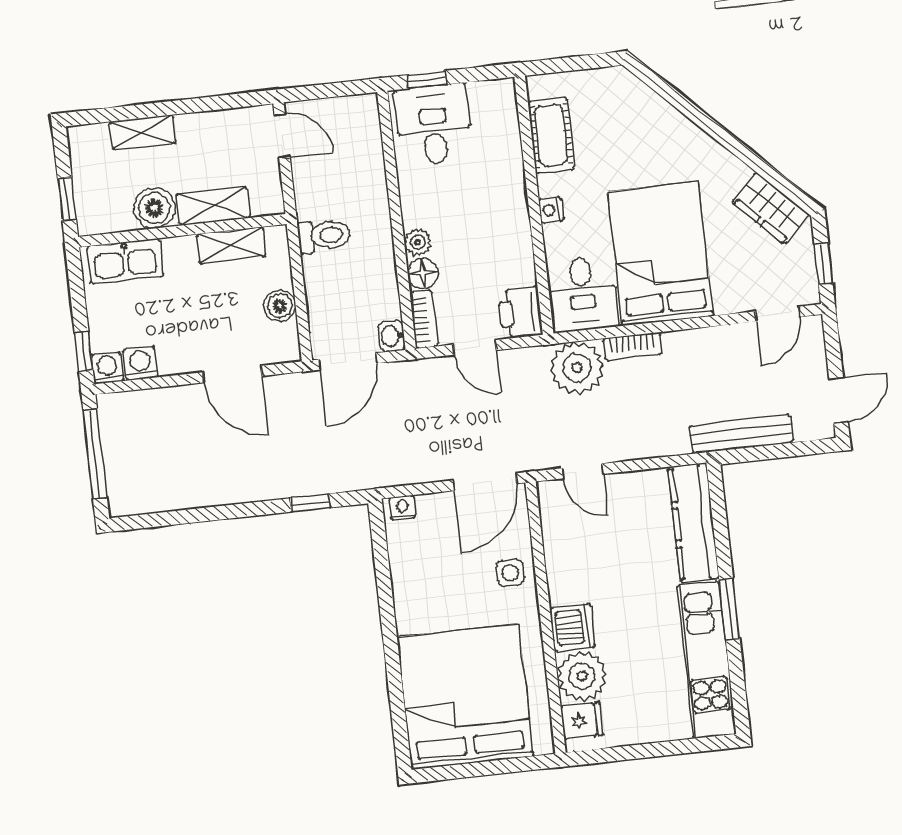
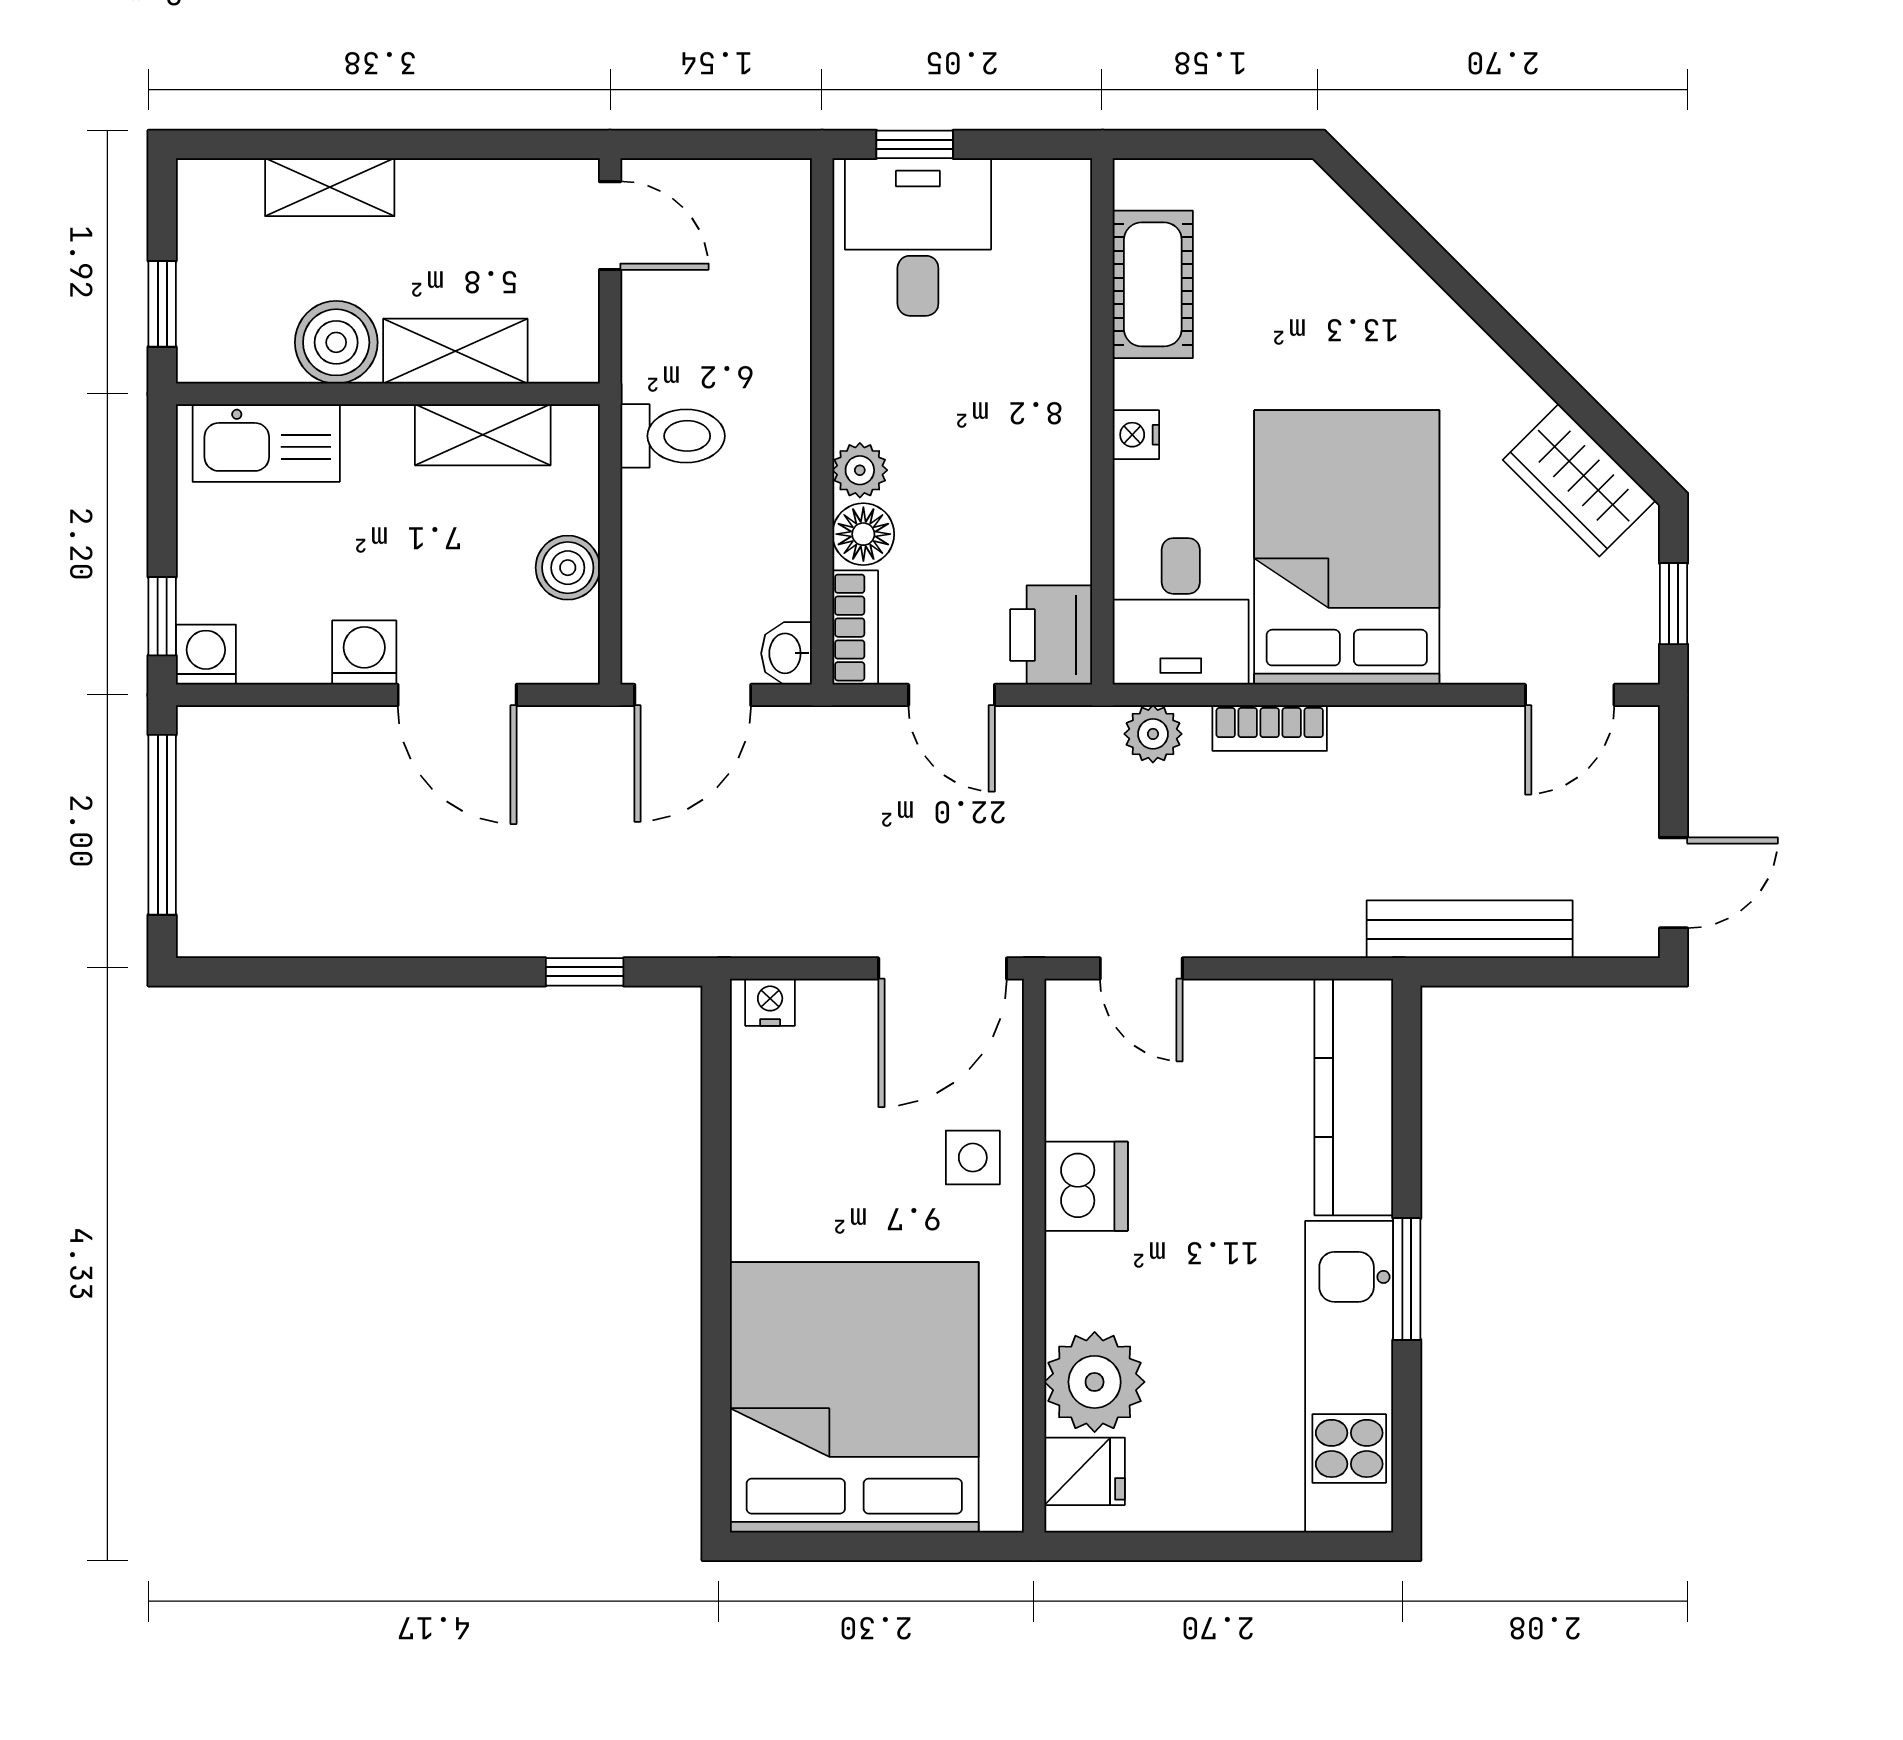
washing machine: (140, 363) -> (364, 653), moved
plant: (577, 368) -> (1153, 734), width x0.53, depth x0.53
dishwasher: (572, 628) -> (1086, 1186), moved

